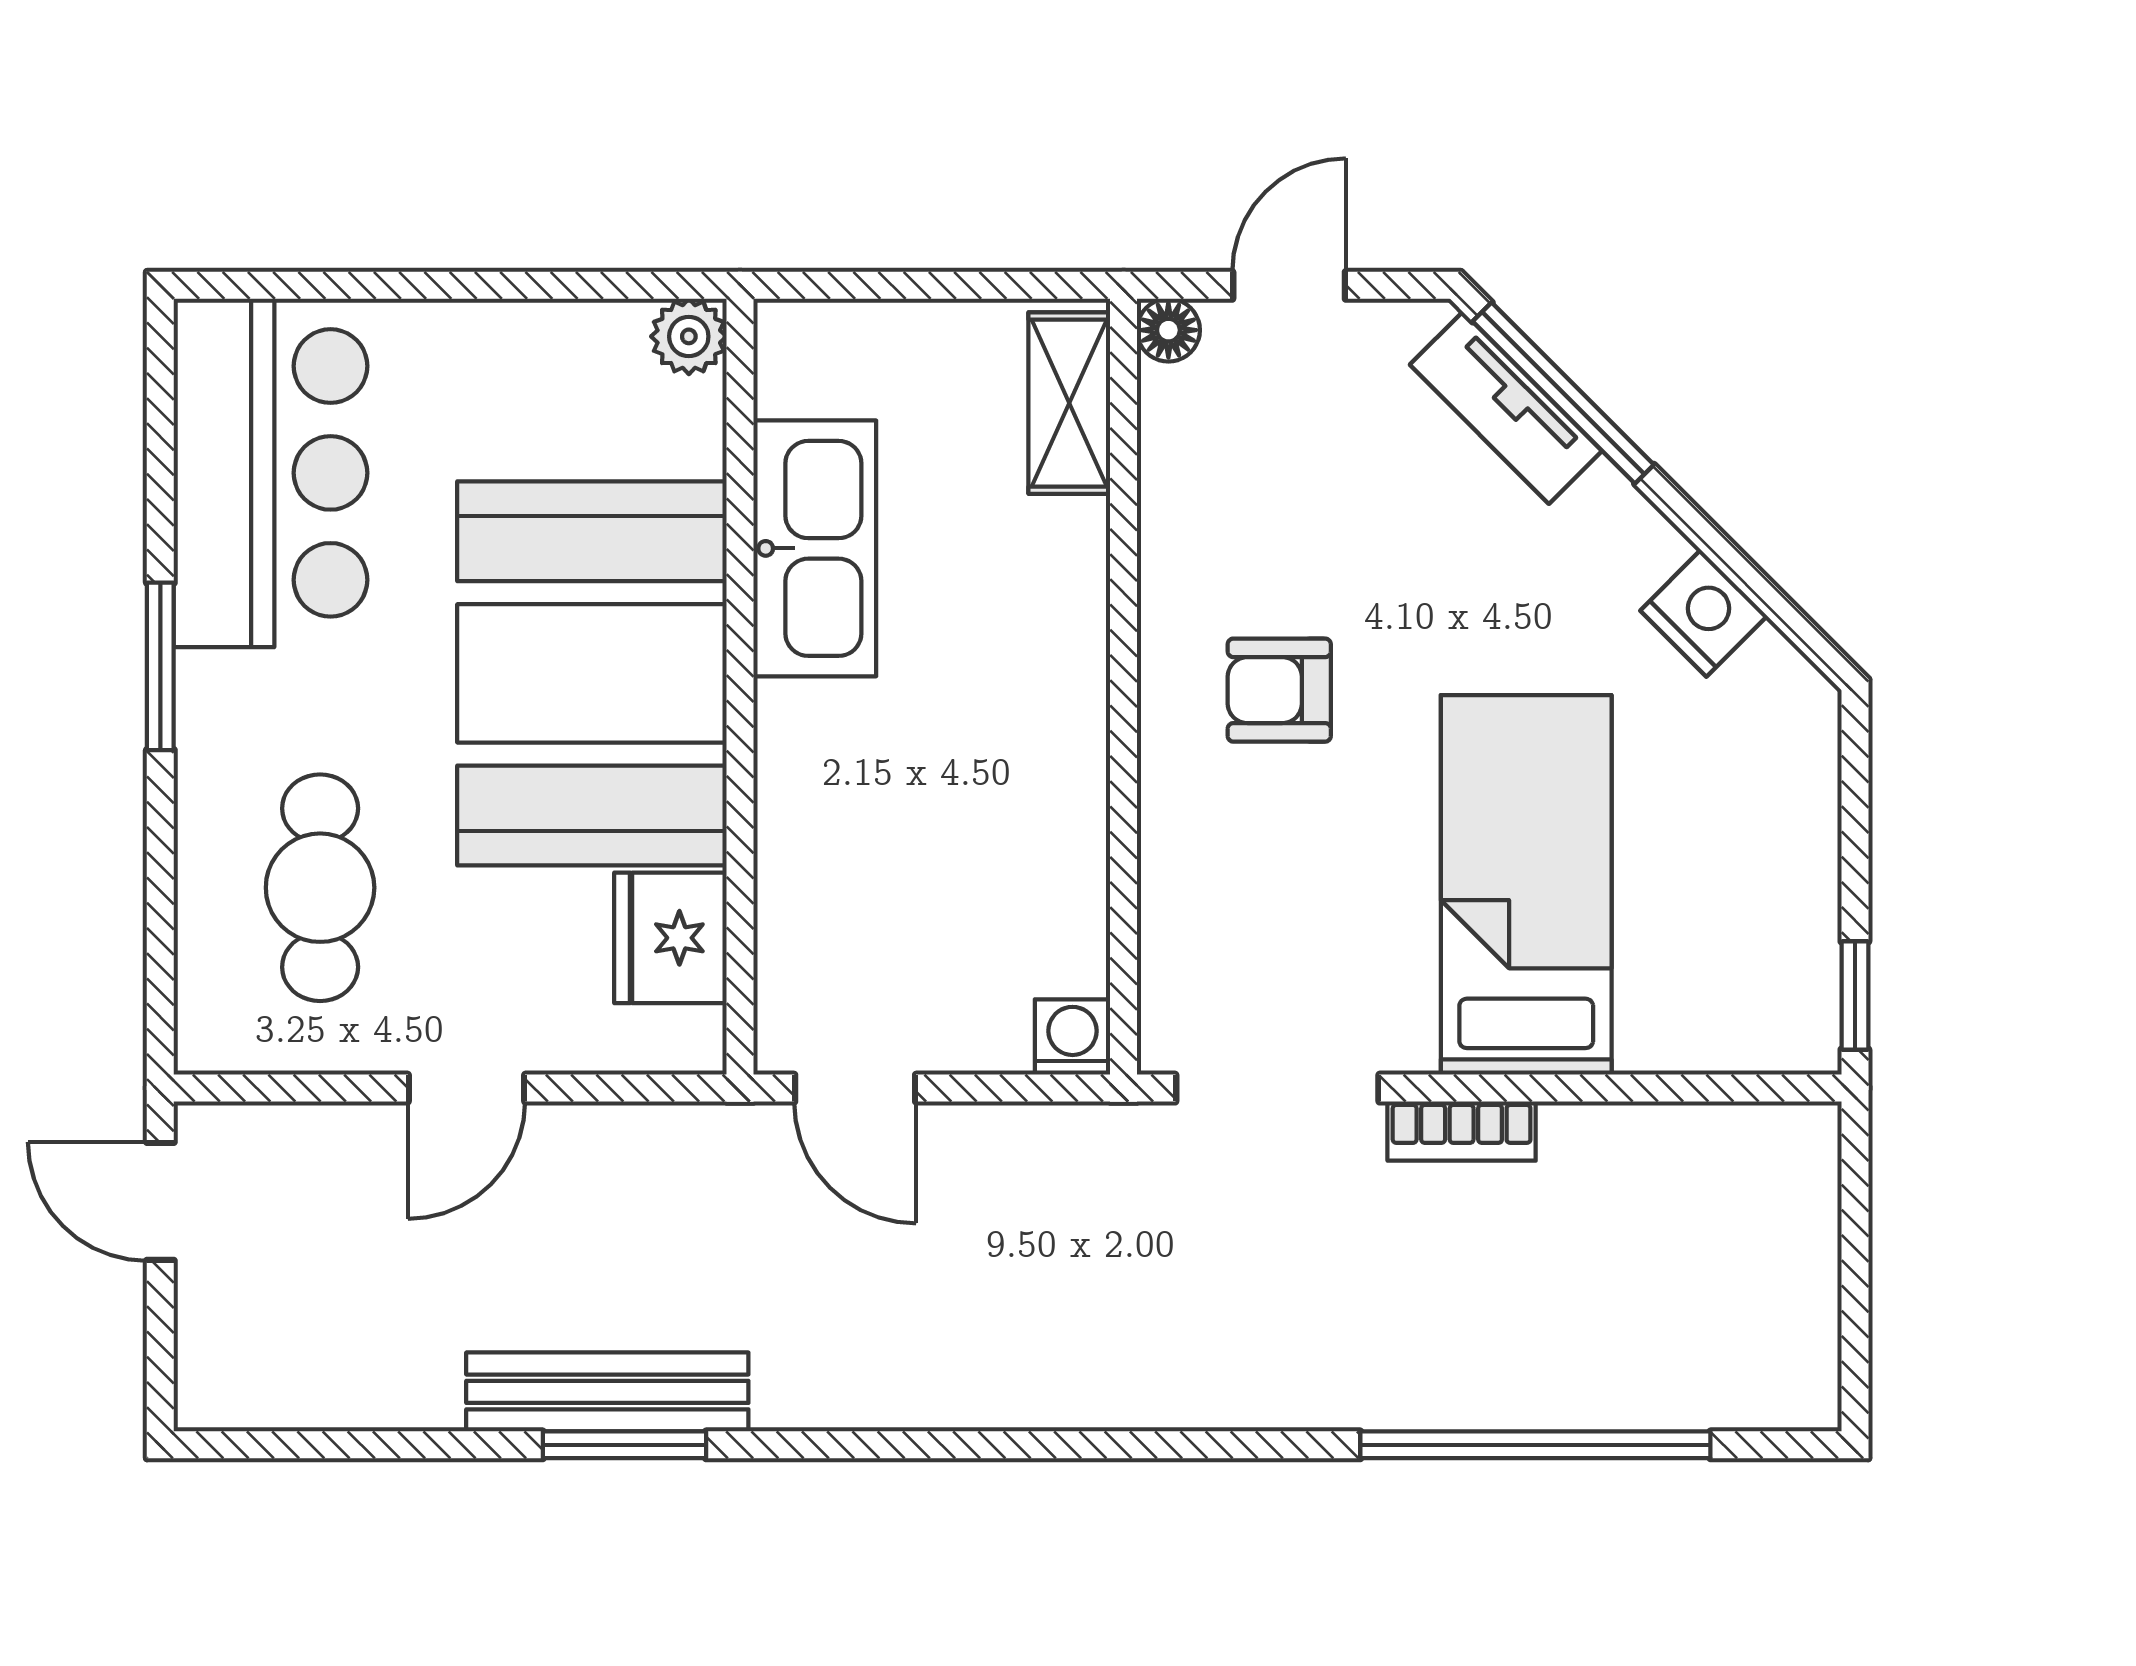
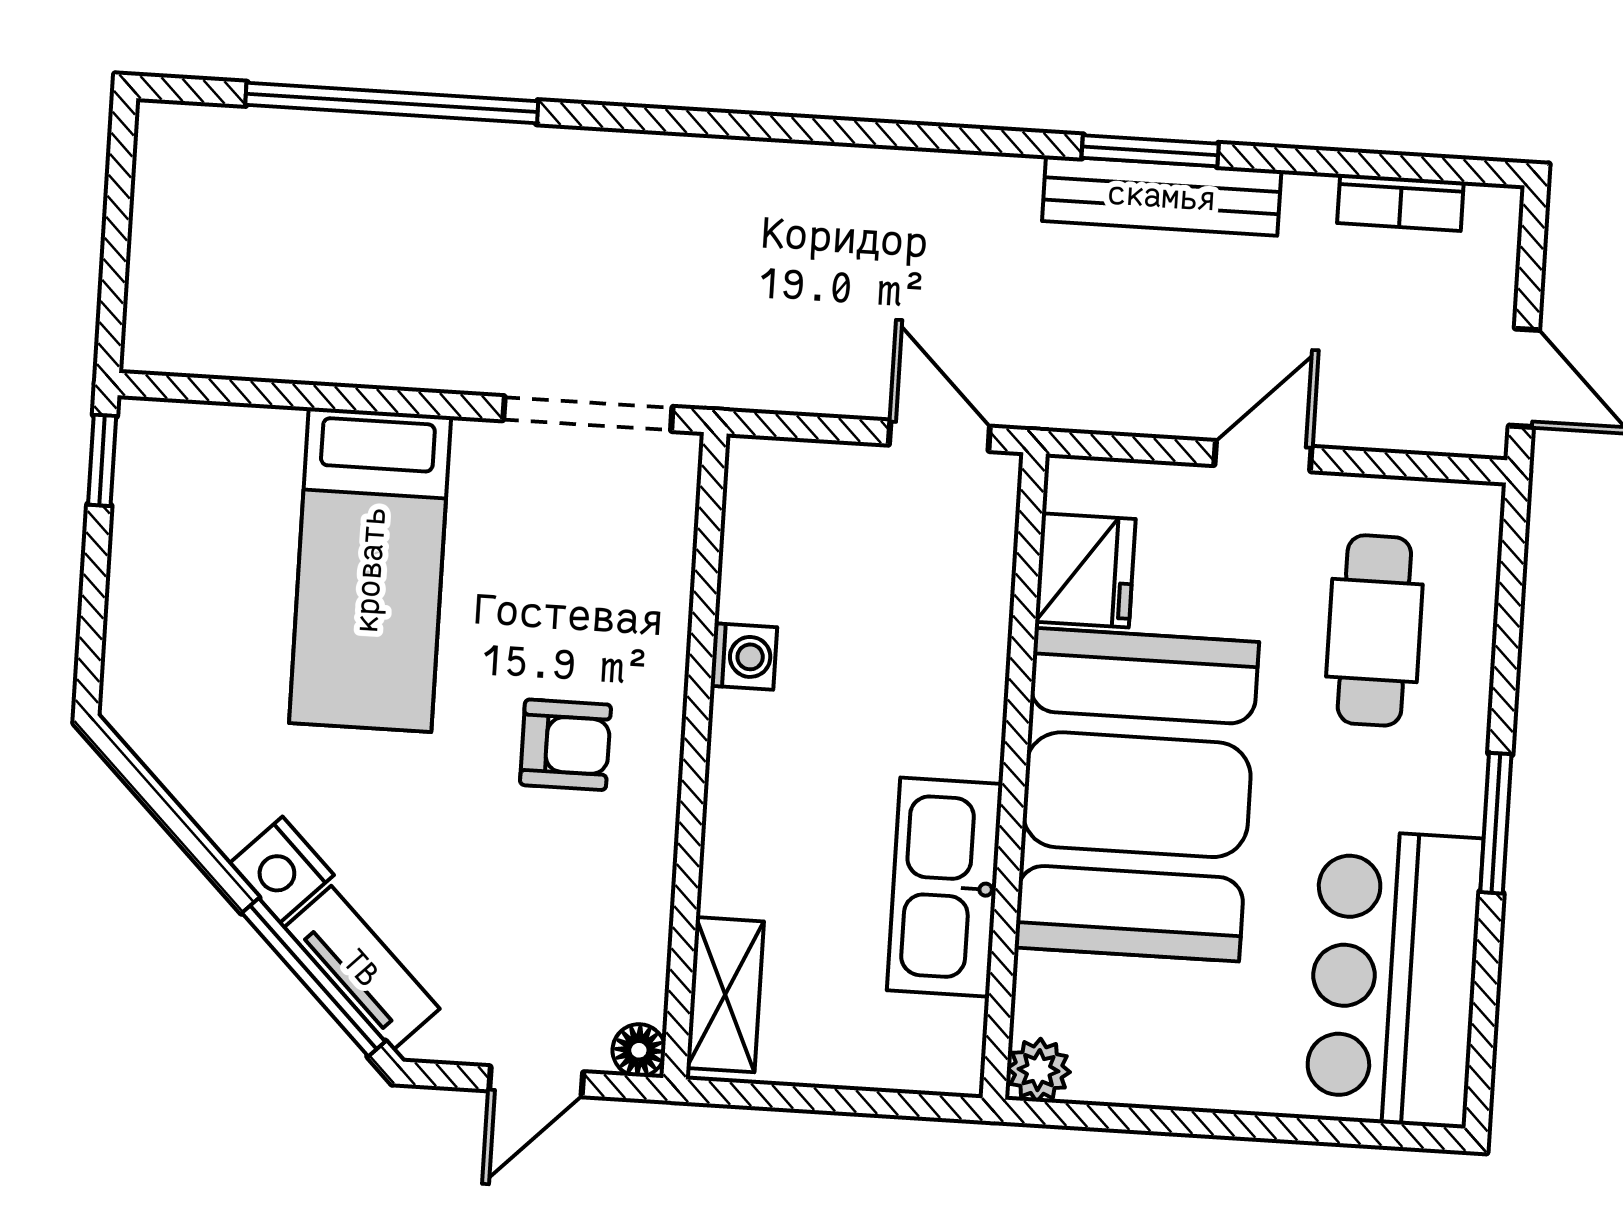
nightstand: (1704, 613) -> (281, 869), moved
washing machine: (1073, 1037) -> (744, 657), moved, turned -90
bookcase: (1462, 1131) -> (1400, 202), moved, turned 180

